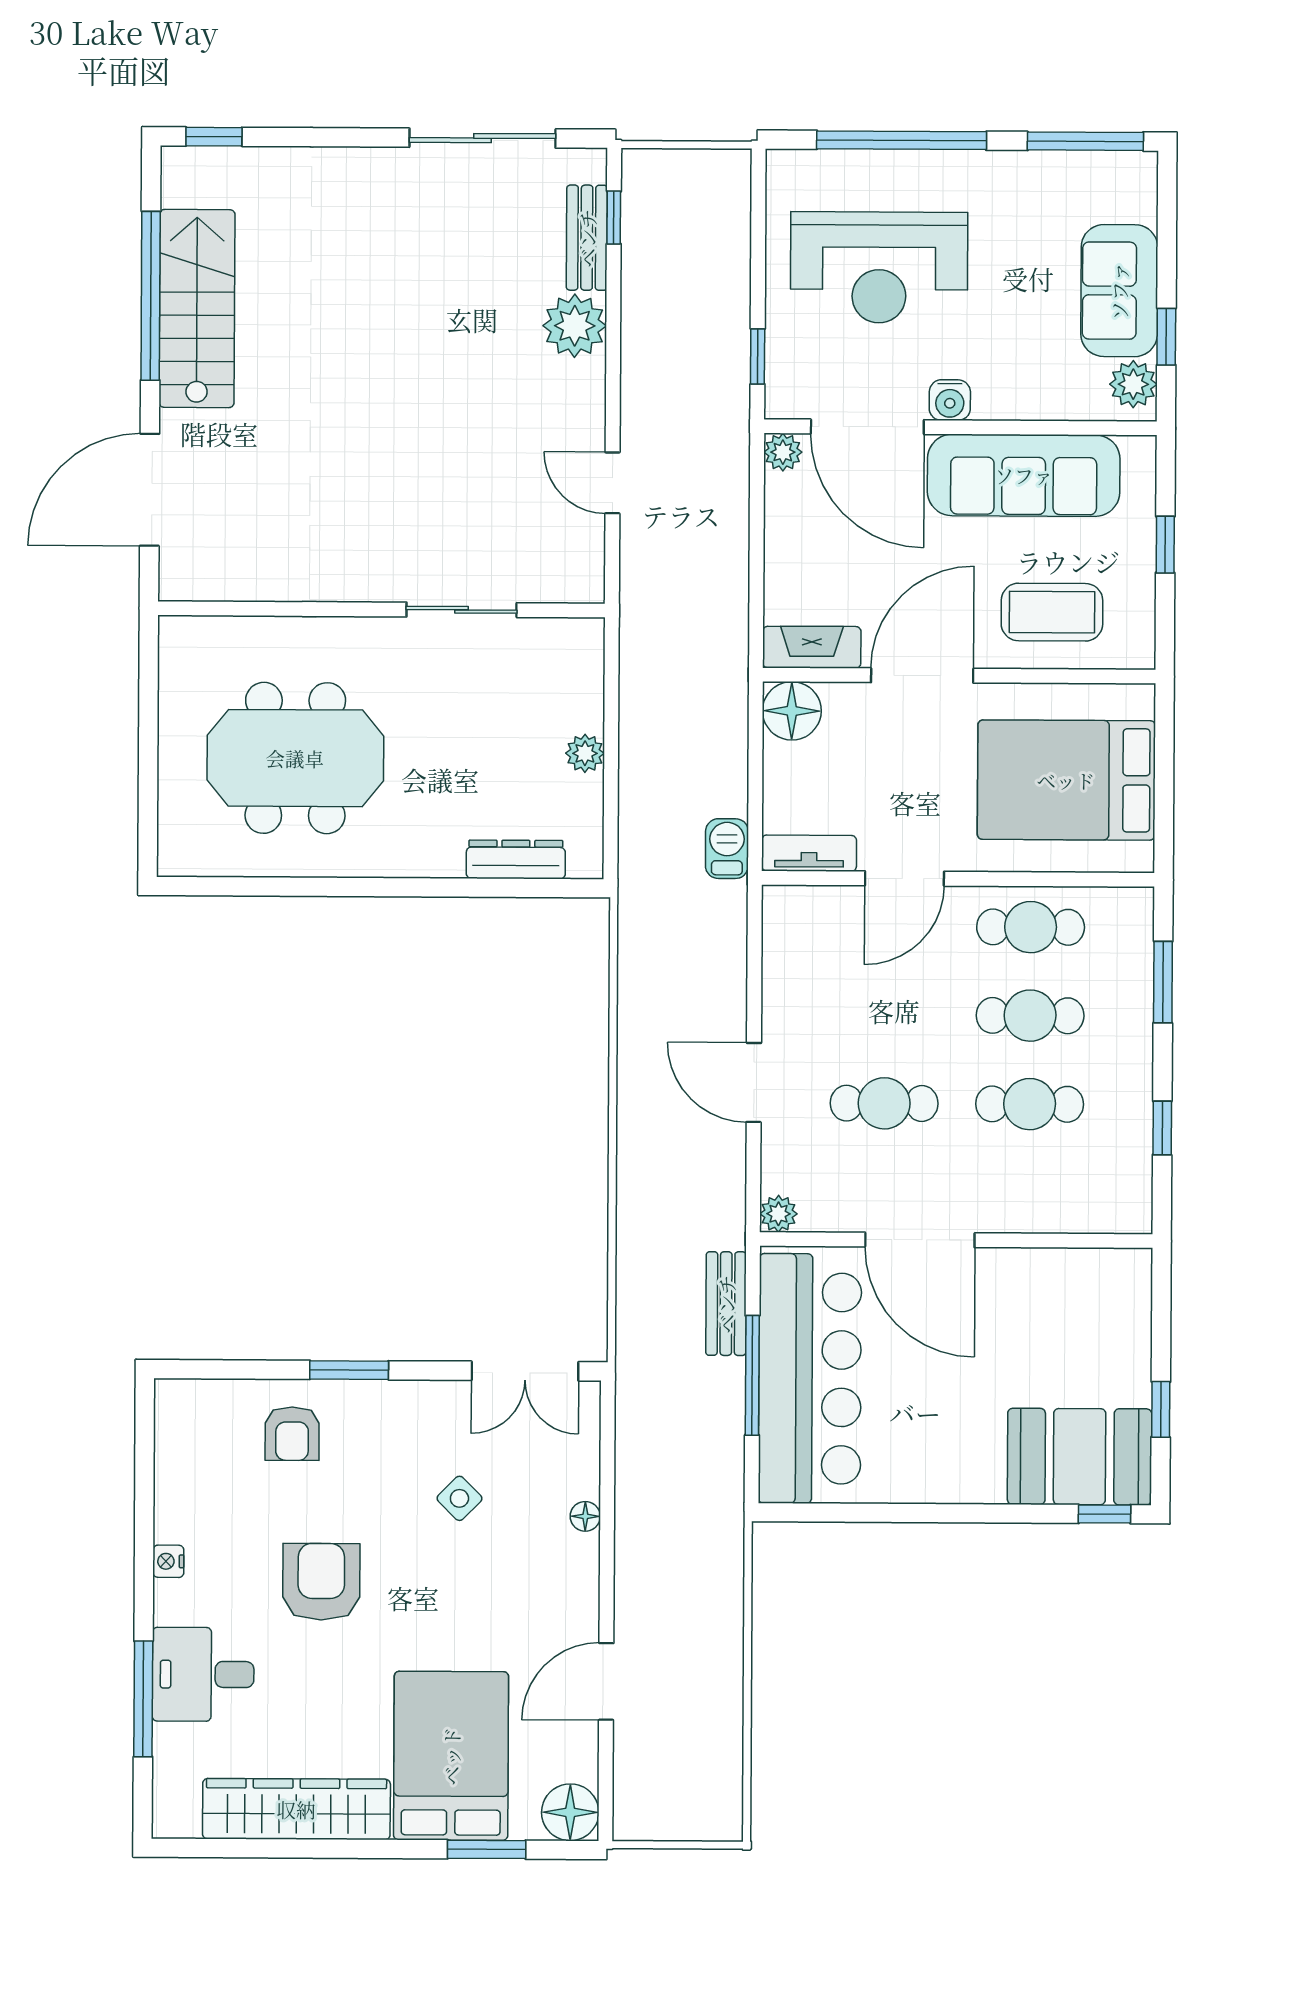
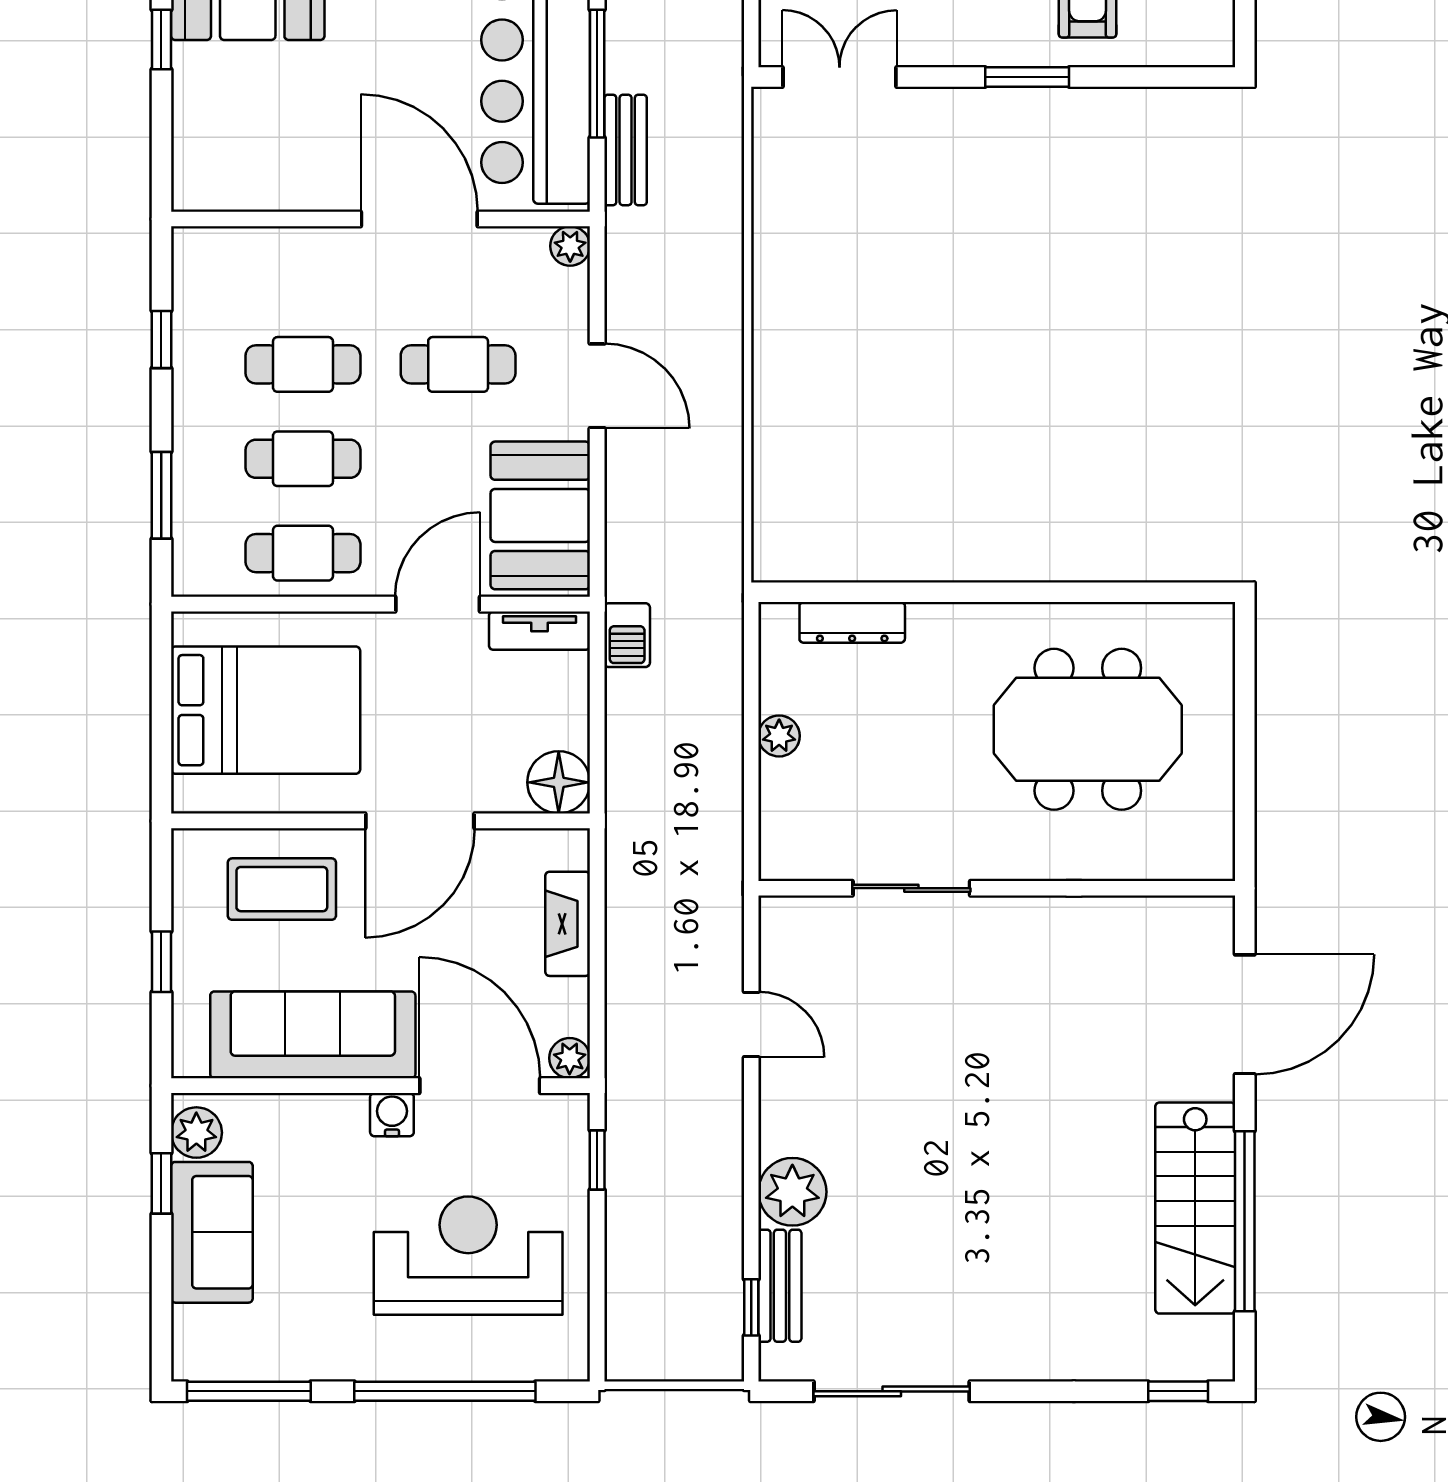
fireplace: (812, 647) -> (568, 924), moved, turned 90
booth: (808, 961) -> (540, 515), added

